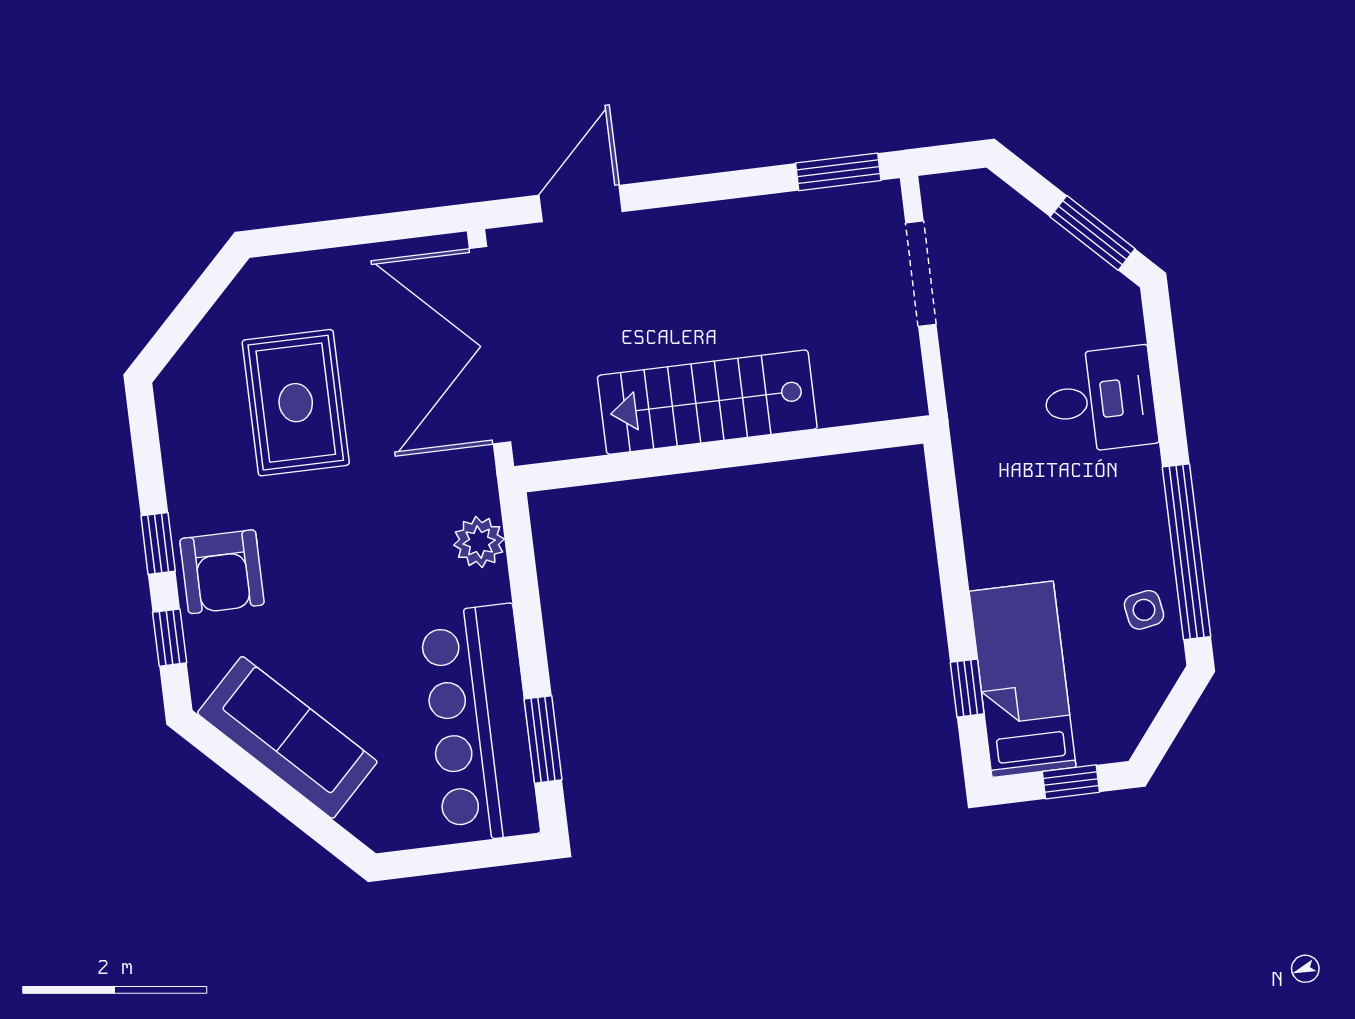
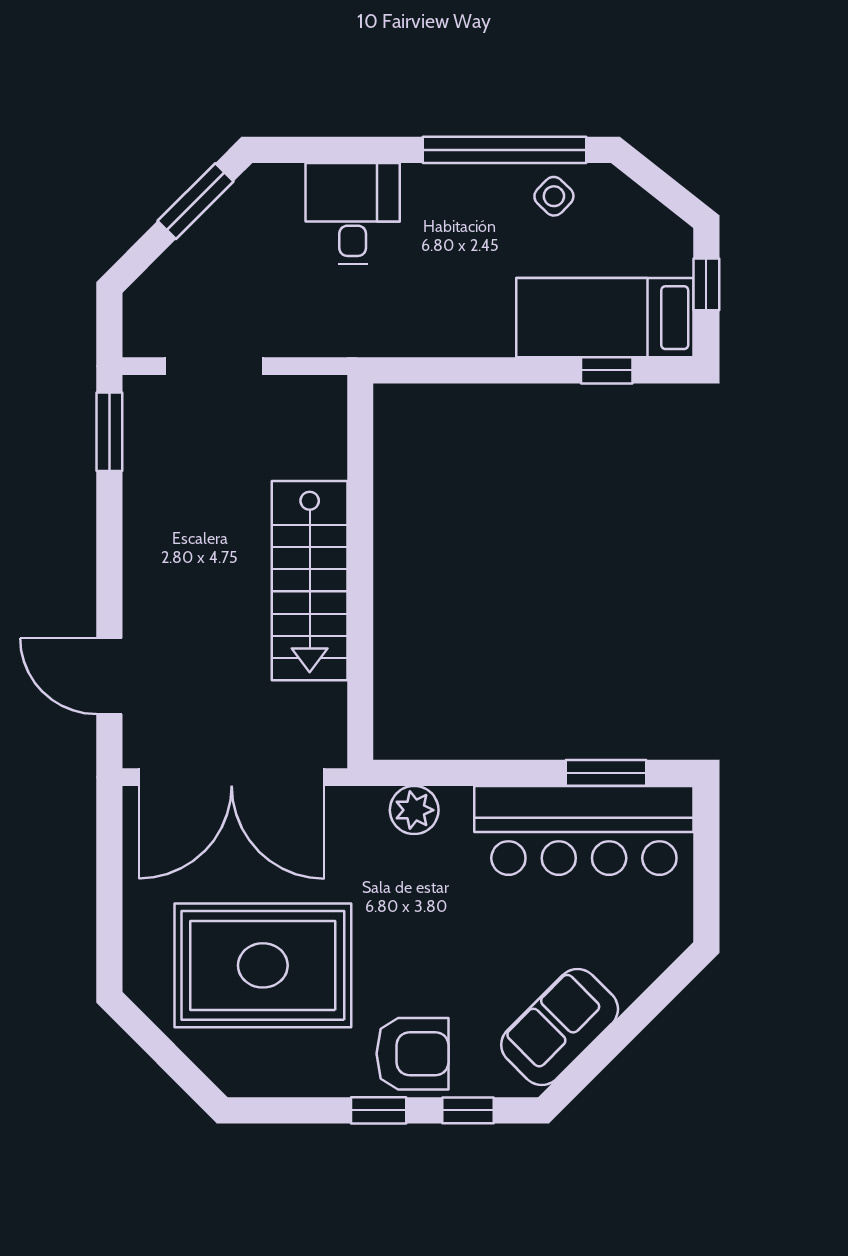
rug: (296, 403) -> (263, 965), width x1.37, depth x1.44
side table: (1144, 610) -> (554, 196), turned -36
sofa: (287, 737) -> (560, 1027), width x0.73

